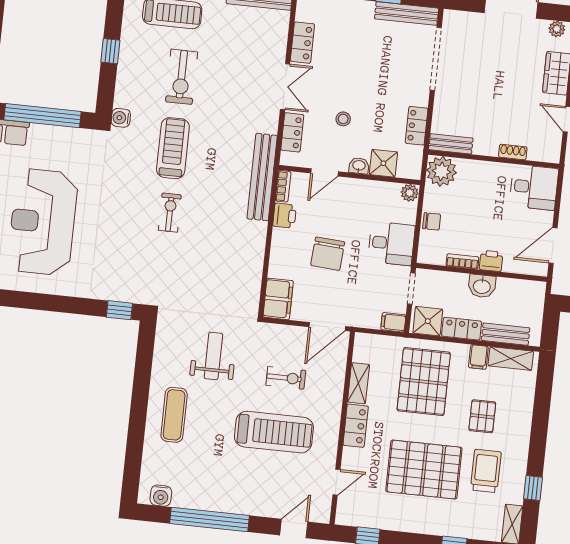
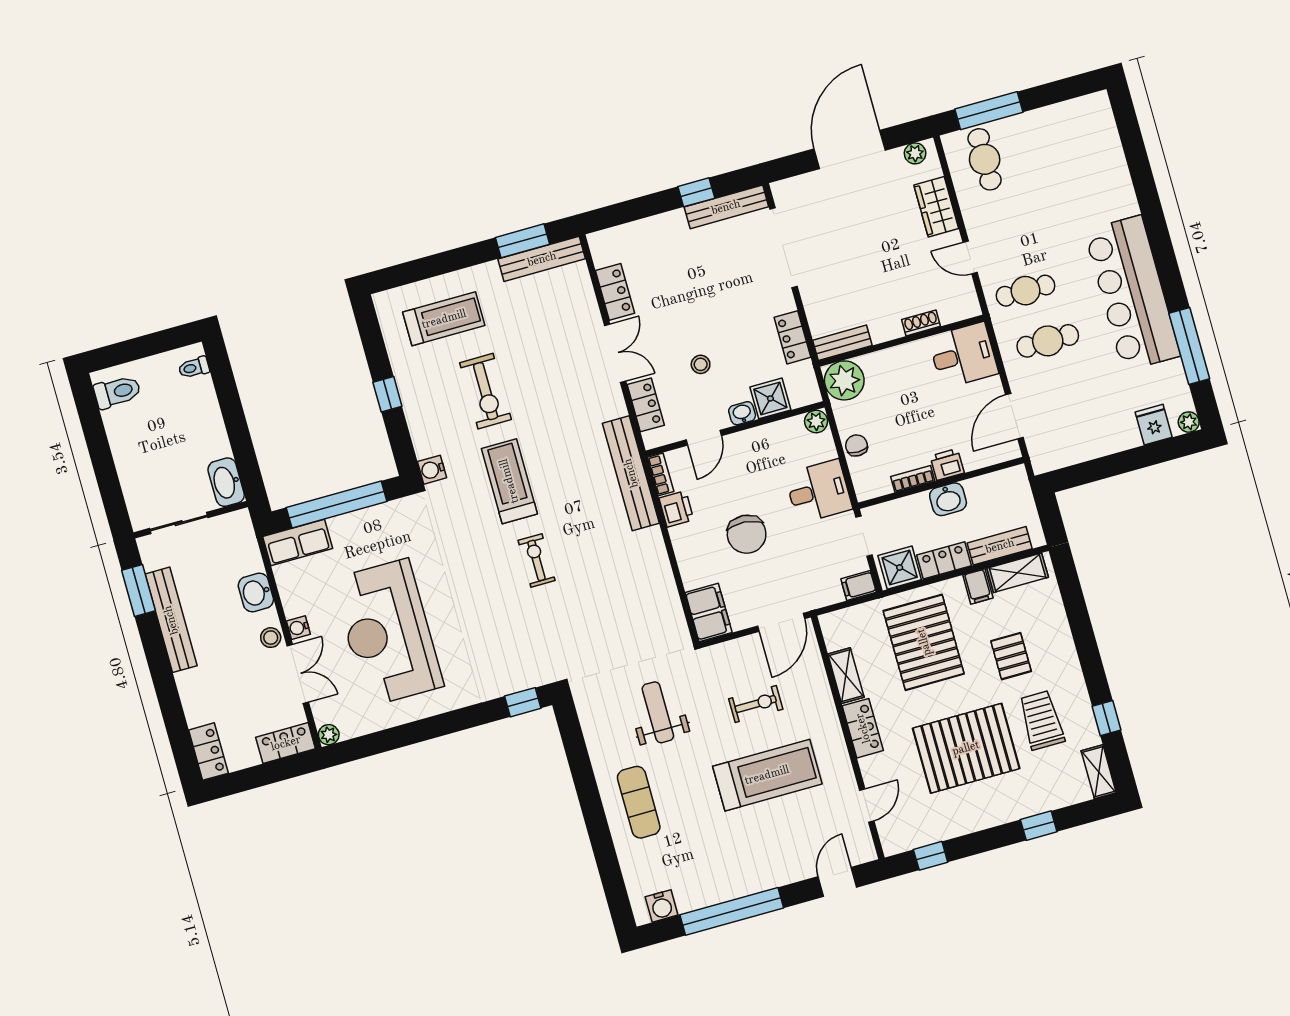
chair: (432, 221) -> (856, 445), turned -90

